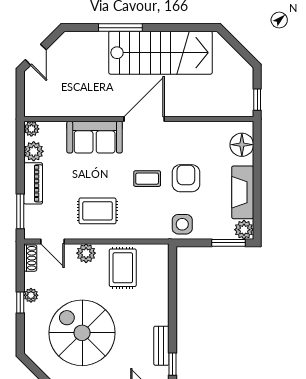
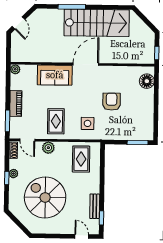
plant: (34, 151) -> (16, 83), removed
coffee table: (147, 179) -> (87, 101), removed
fireplace: (243, 192) -> (147, 111), removed
rug: (98, 211) -> (56, 121), turned 90
side table: (182, 224) -> (88, 123), moved
plant: (244, 230) -> (147, 134), removed
rug: (123, 268) -> (81, 159), moved

